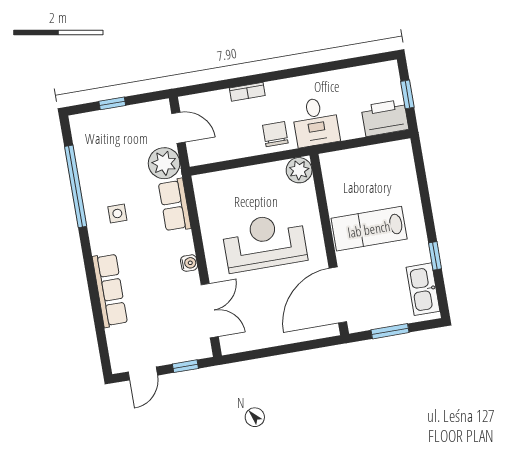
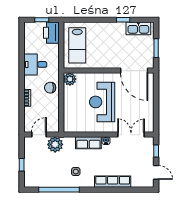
desk: (316, 122) -> (35, 64), moved, turned 180
row of seats: (175, 205) -> (88, 143), moved
lab bench: (369, 229) -> (77, 45), moved

